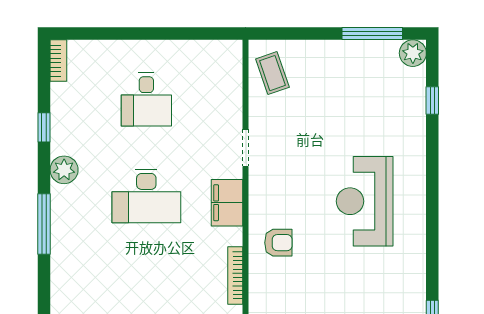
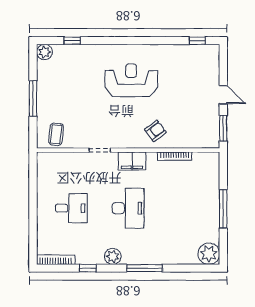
window: (372, 34) -> (33, 98), moved
bookcase: (58, 61) -> (56, 260), width x1.56
coffee table: (272, 73) -> (56, 134), turned -65
reception desk: (365, 201) -> (131, 80), turned 180
armchair: (278, 243) -> (155, 131), turned 53

